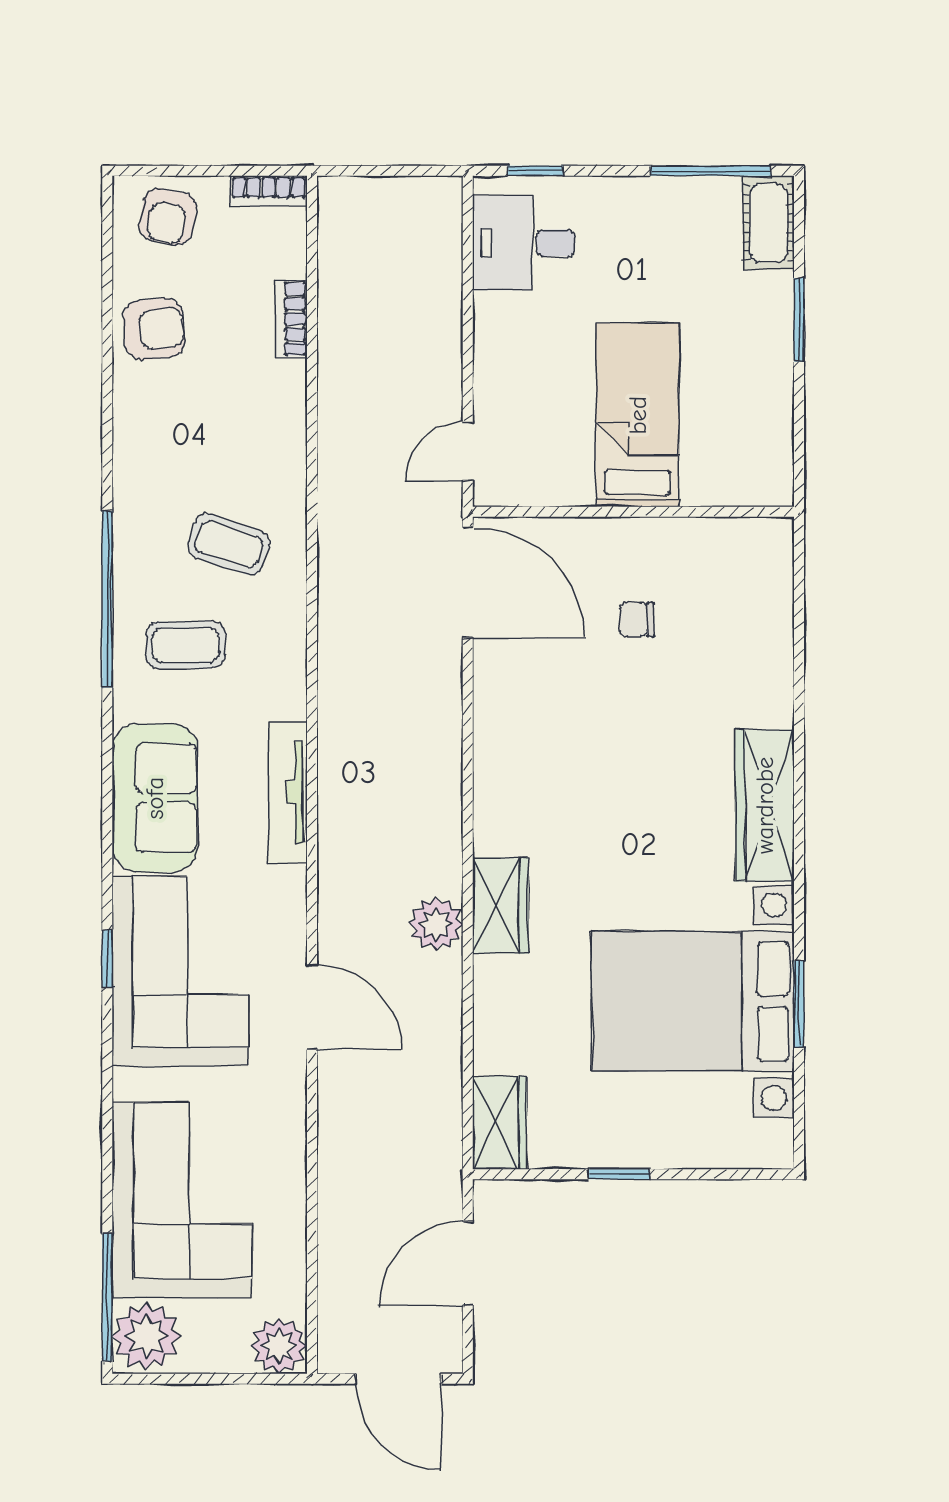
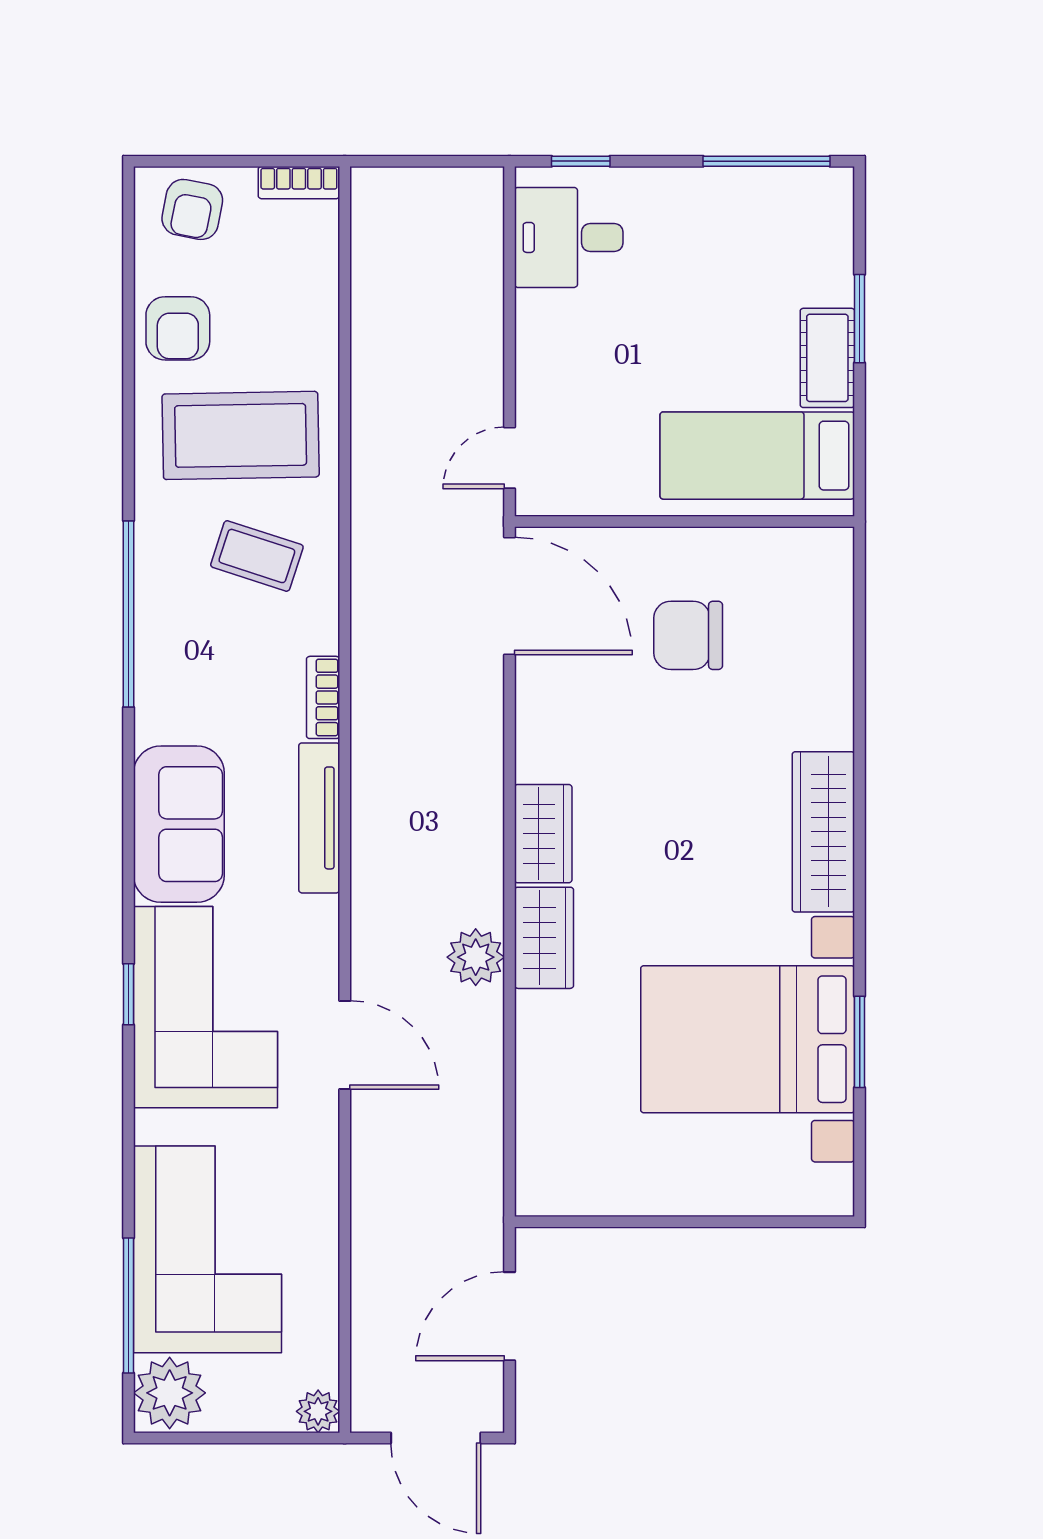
cot: (769, 223) -> (827, 358), moved
bookcase: (291, 319) -> (323, 697), moved
armchair: (154, 329) -> (178, 328), turned 95
bed: (638, 415) -> (757, 456), moved, turned -90
chair: (637, 619) -> (688, 635), width x1.87, depth x1.87
coffee table: (186, 645) -> (241, 435), moved, width x1.86, depth x1.72
wardrobe: (500, 1123) -> (543, 834), moved
window: (619, 1174) -> (669, 1222), removed
window: (107, 1297) -> (128, 1305), moved
plant: (279, 1346) -> (318, 1411), width x0.73, depth x0.73

